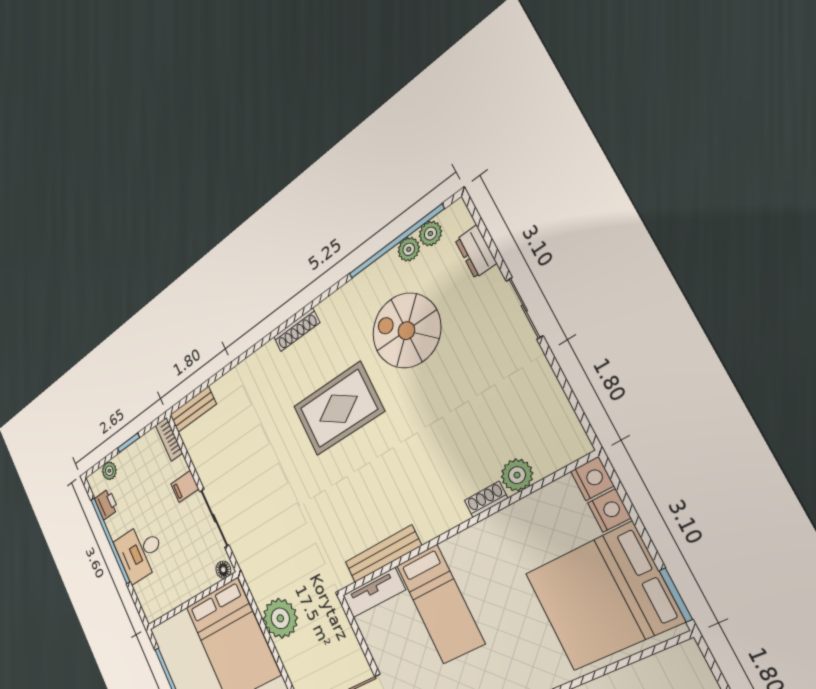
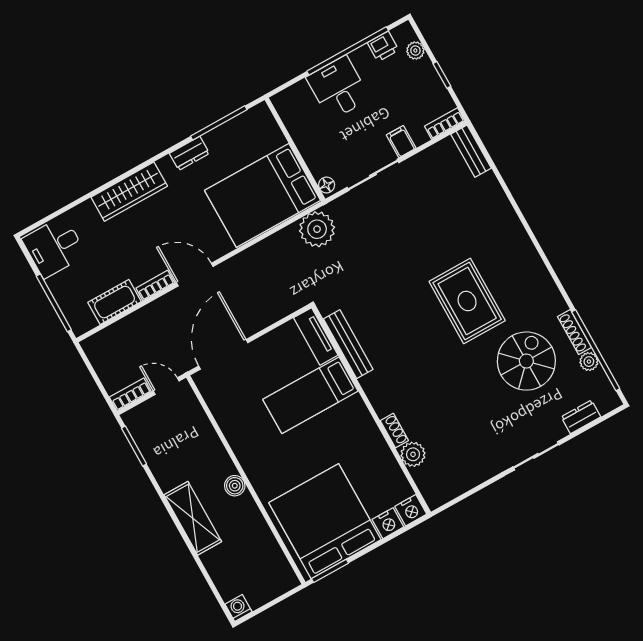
plant: (430, 234) -> (599, 380), removed
shoe rack: (297, 330) -> (574, 332), moved
plant: (280, 618) -> (317, 229), moved

